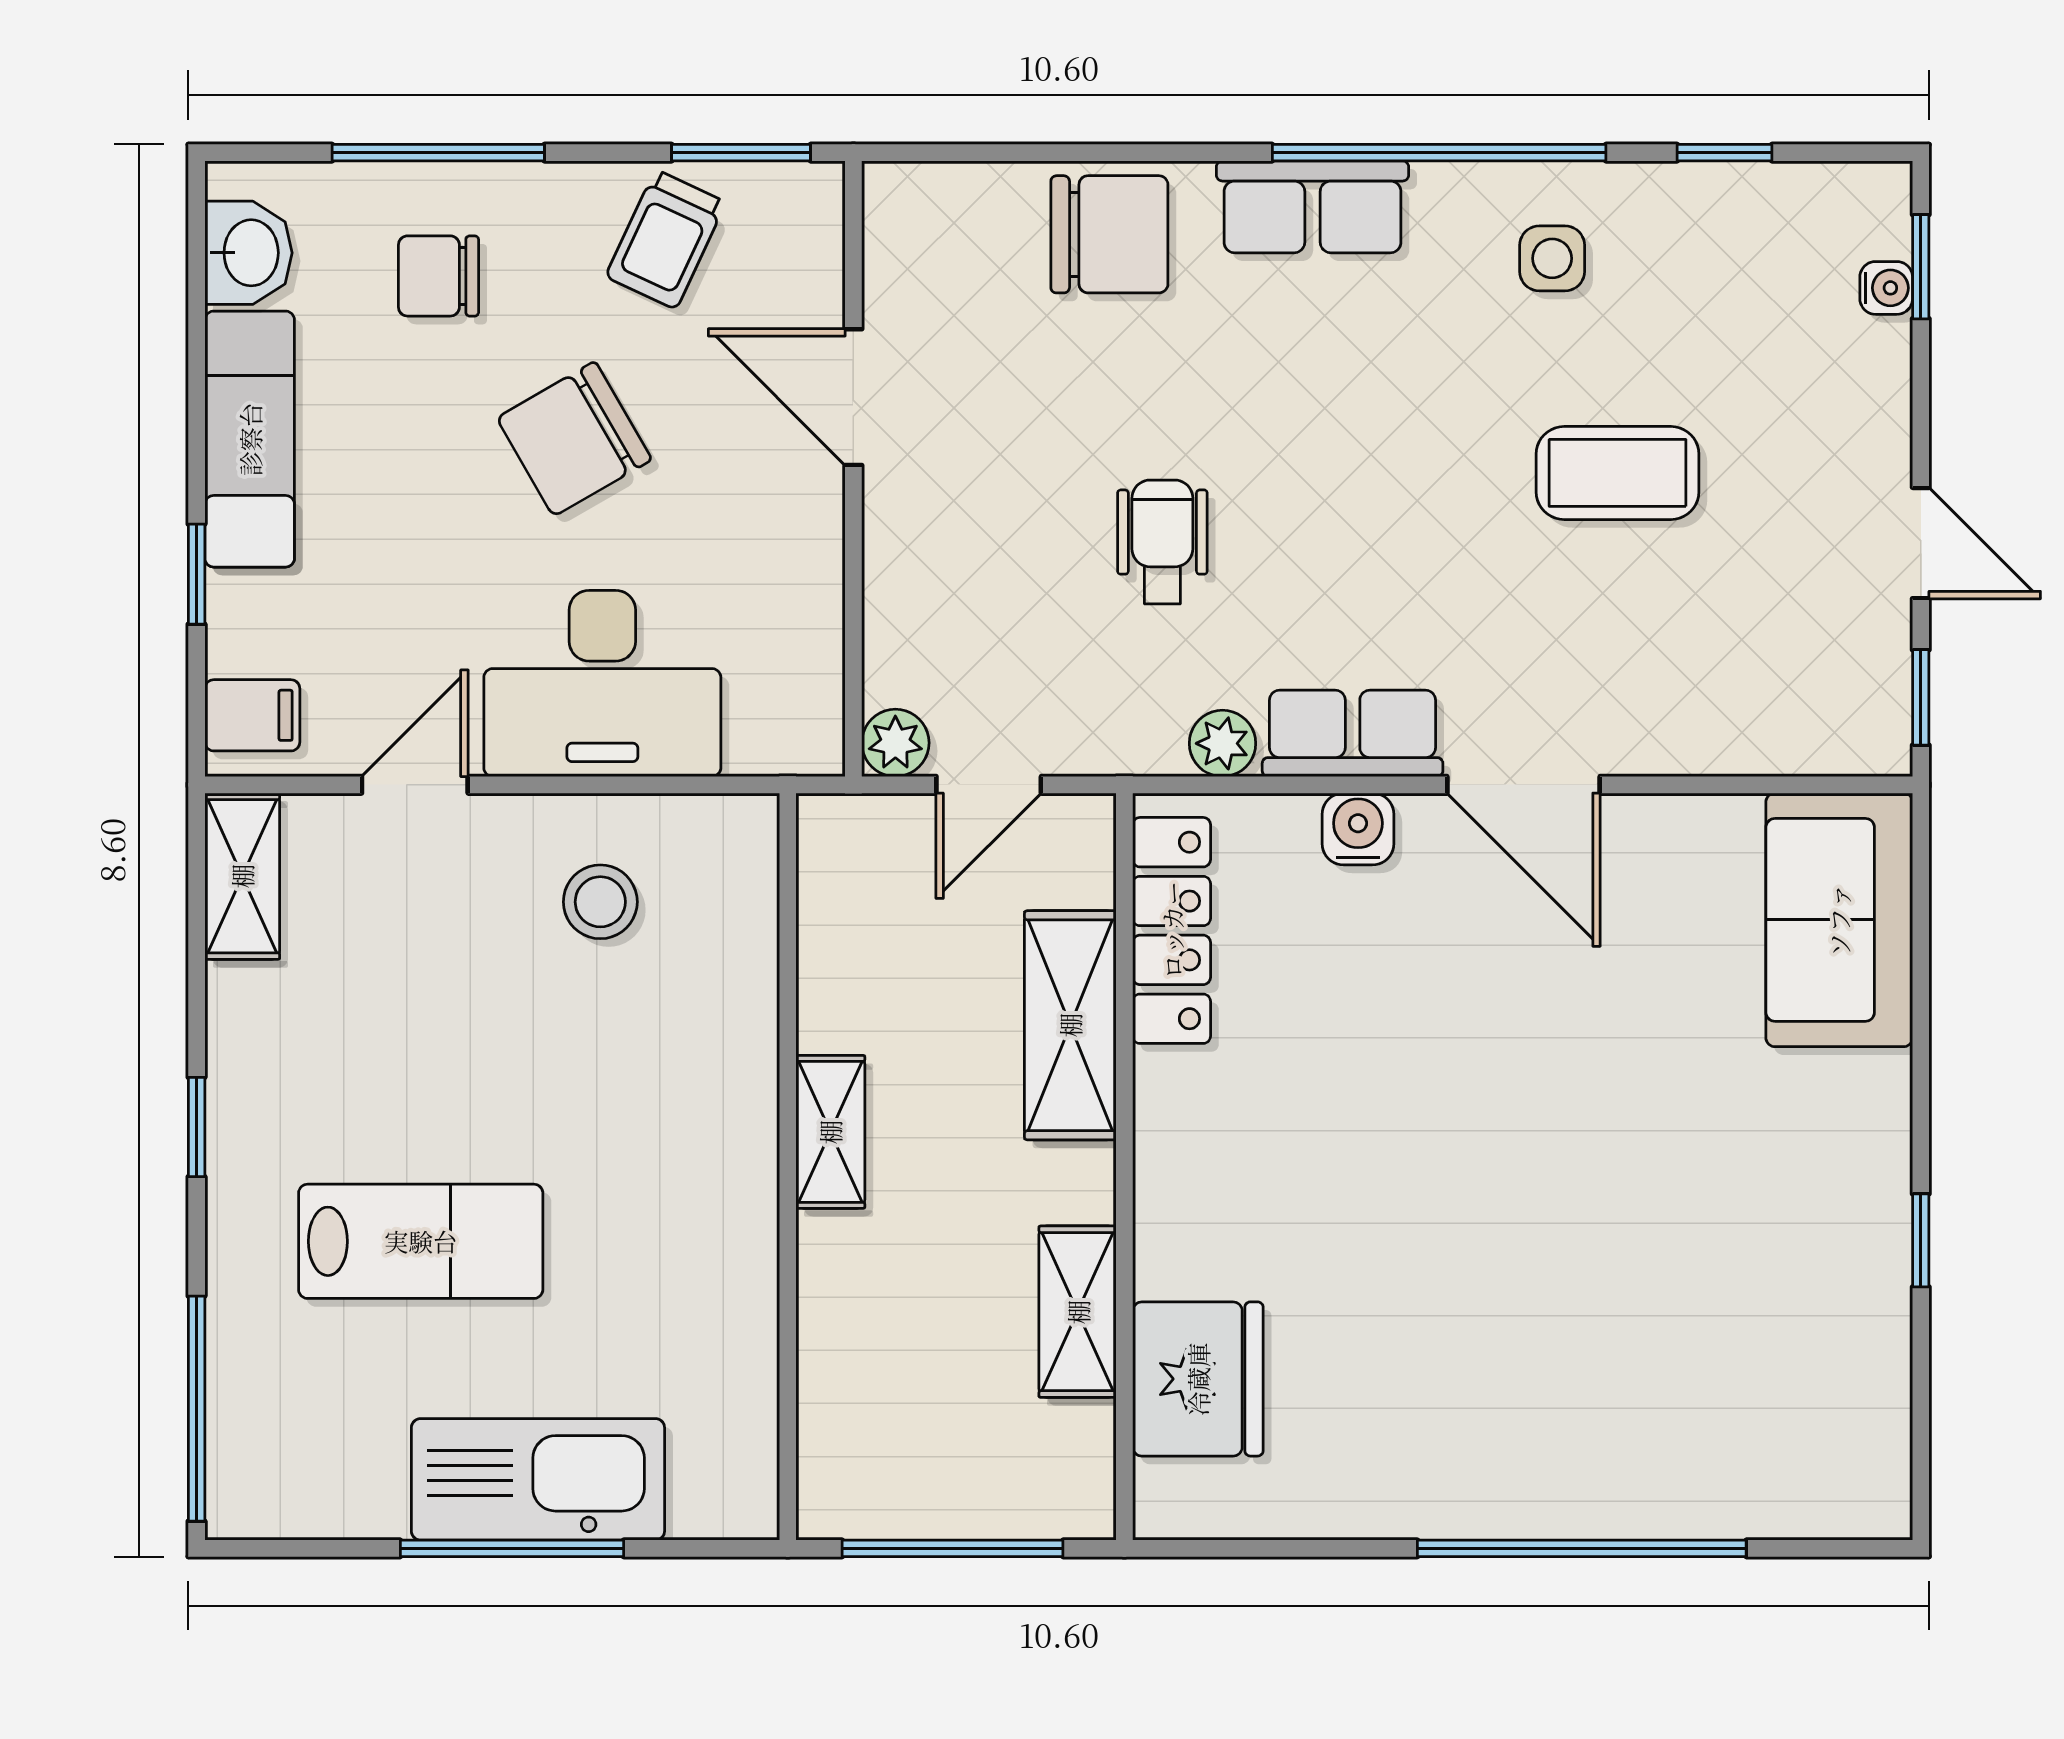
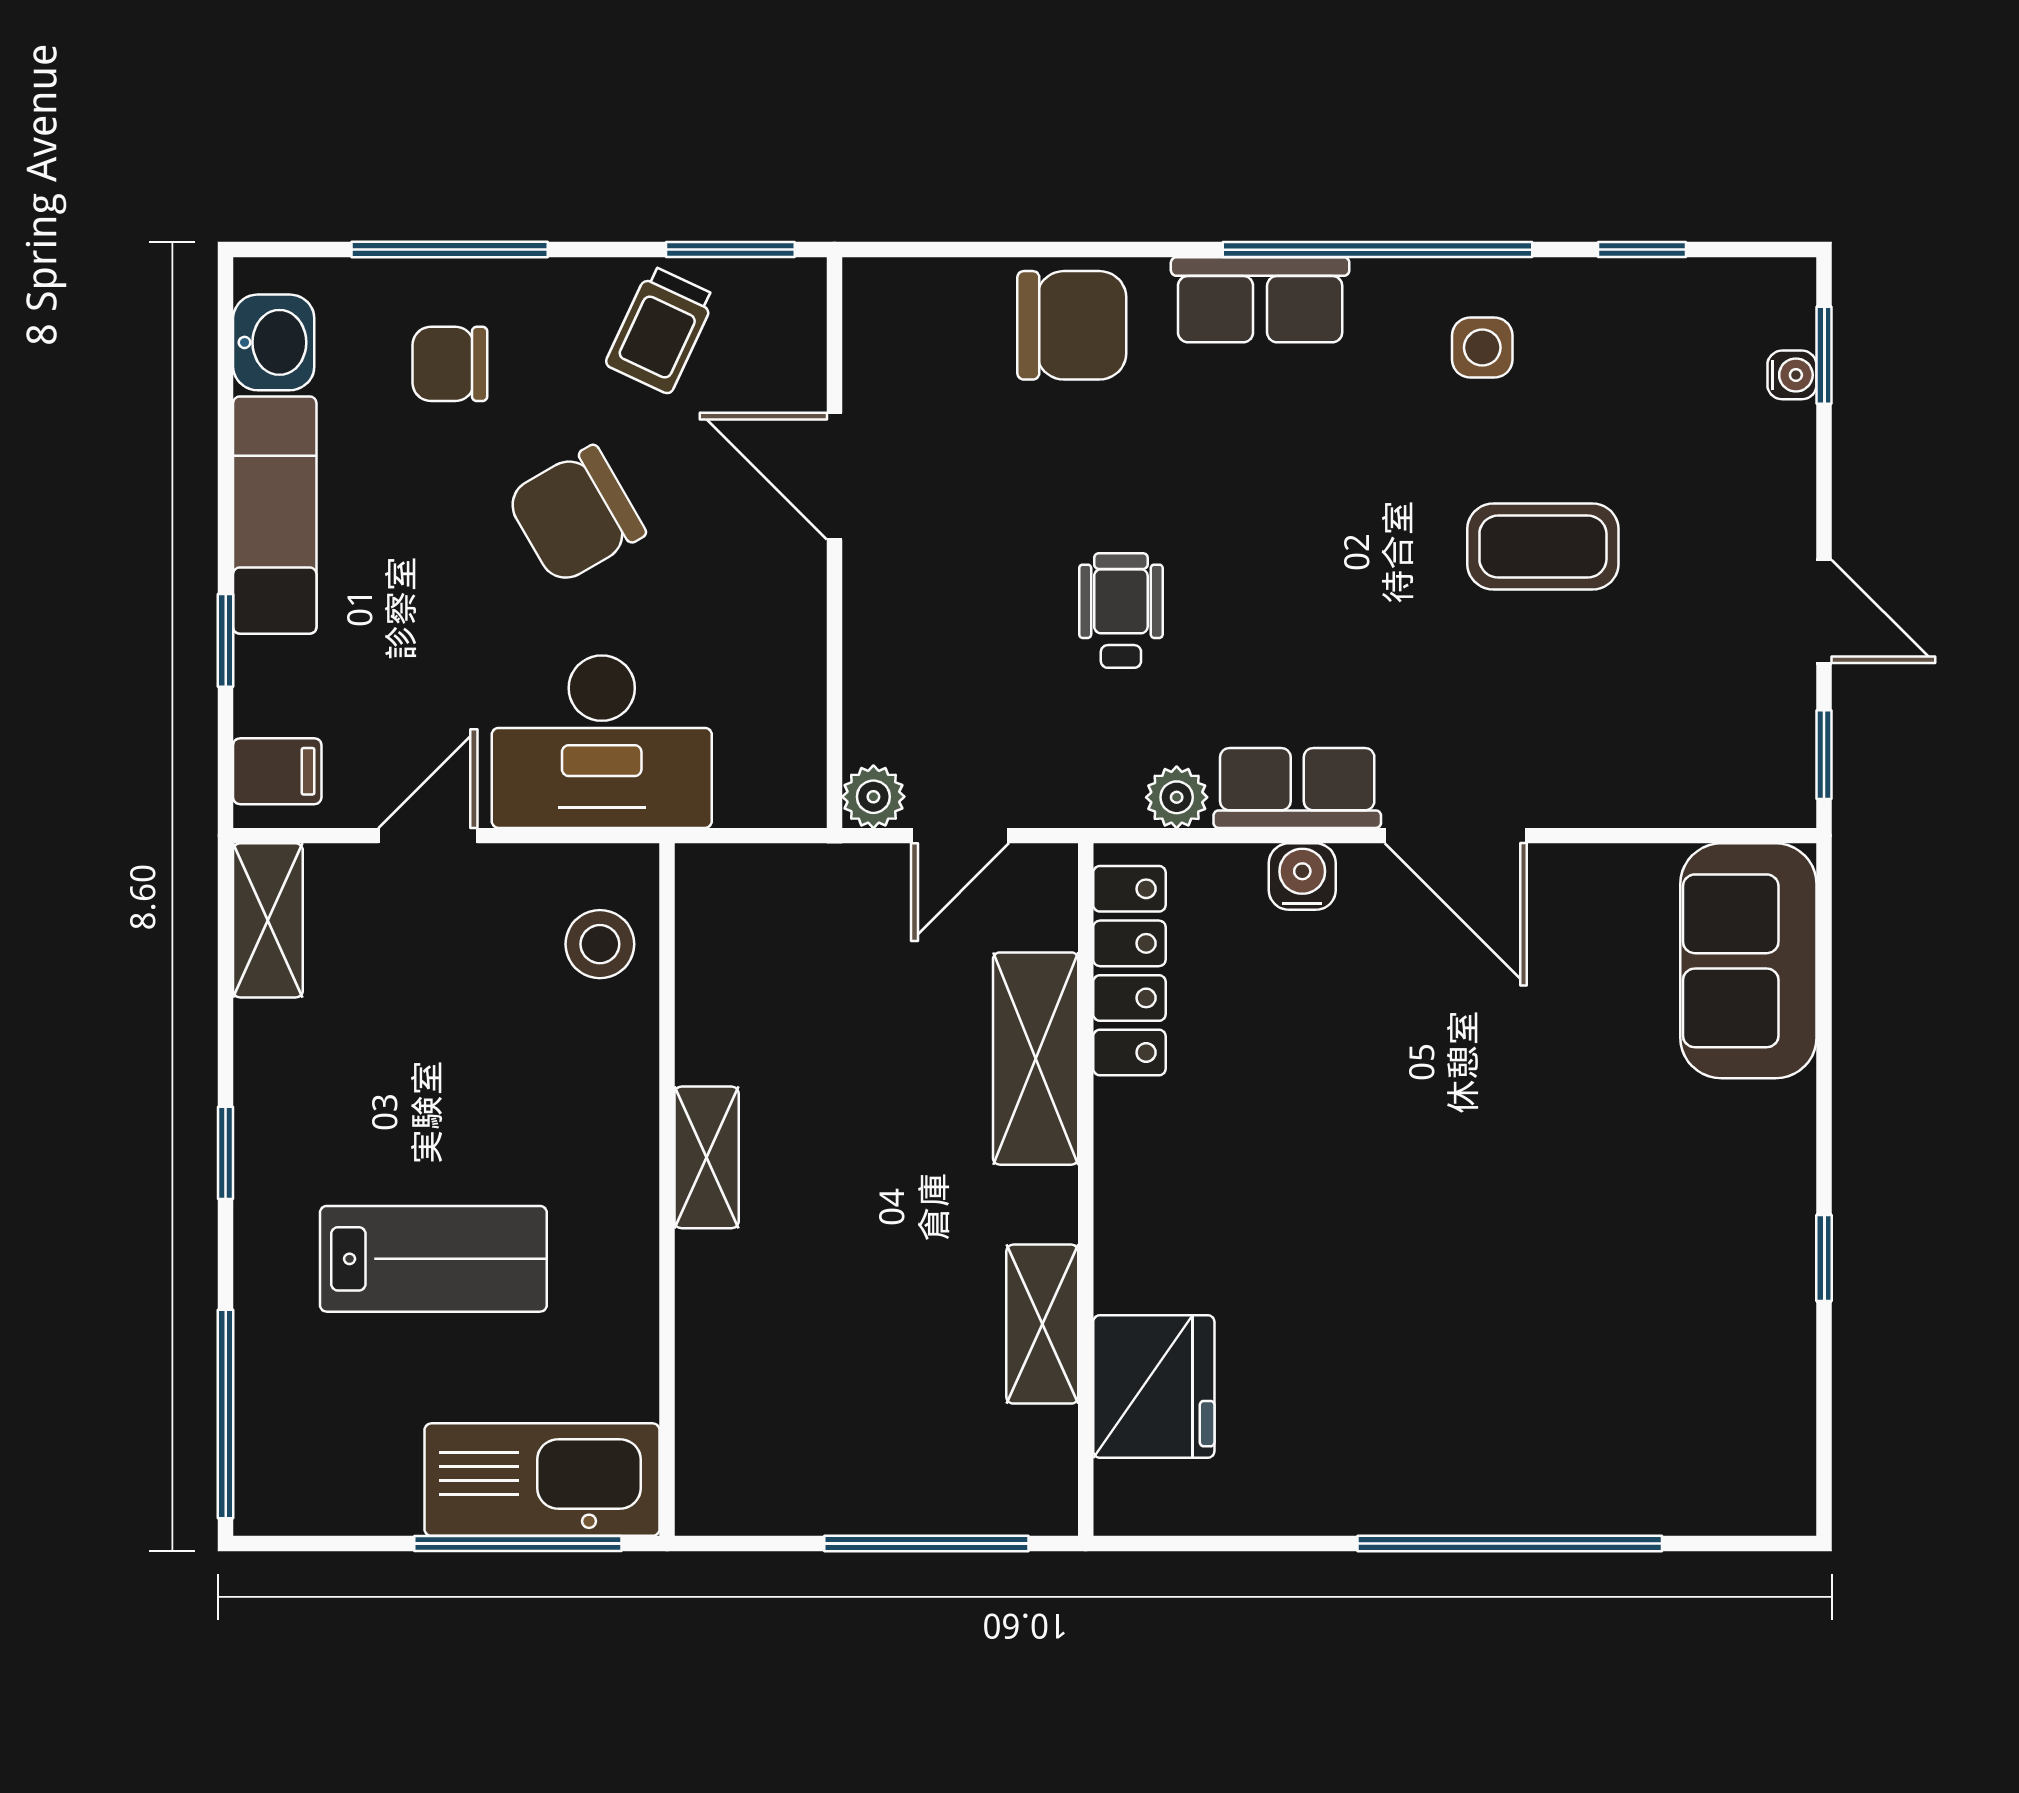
shelving: (830, 1132) -> (707, 1157), moved
wall: (788, 1167) -> (667, 1190), moved

